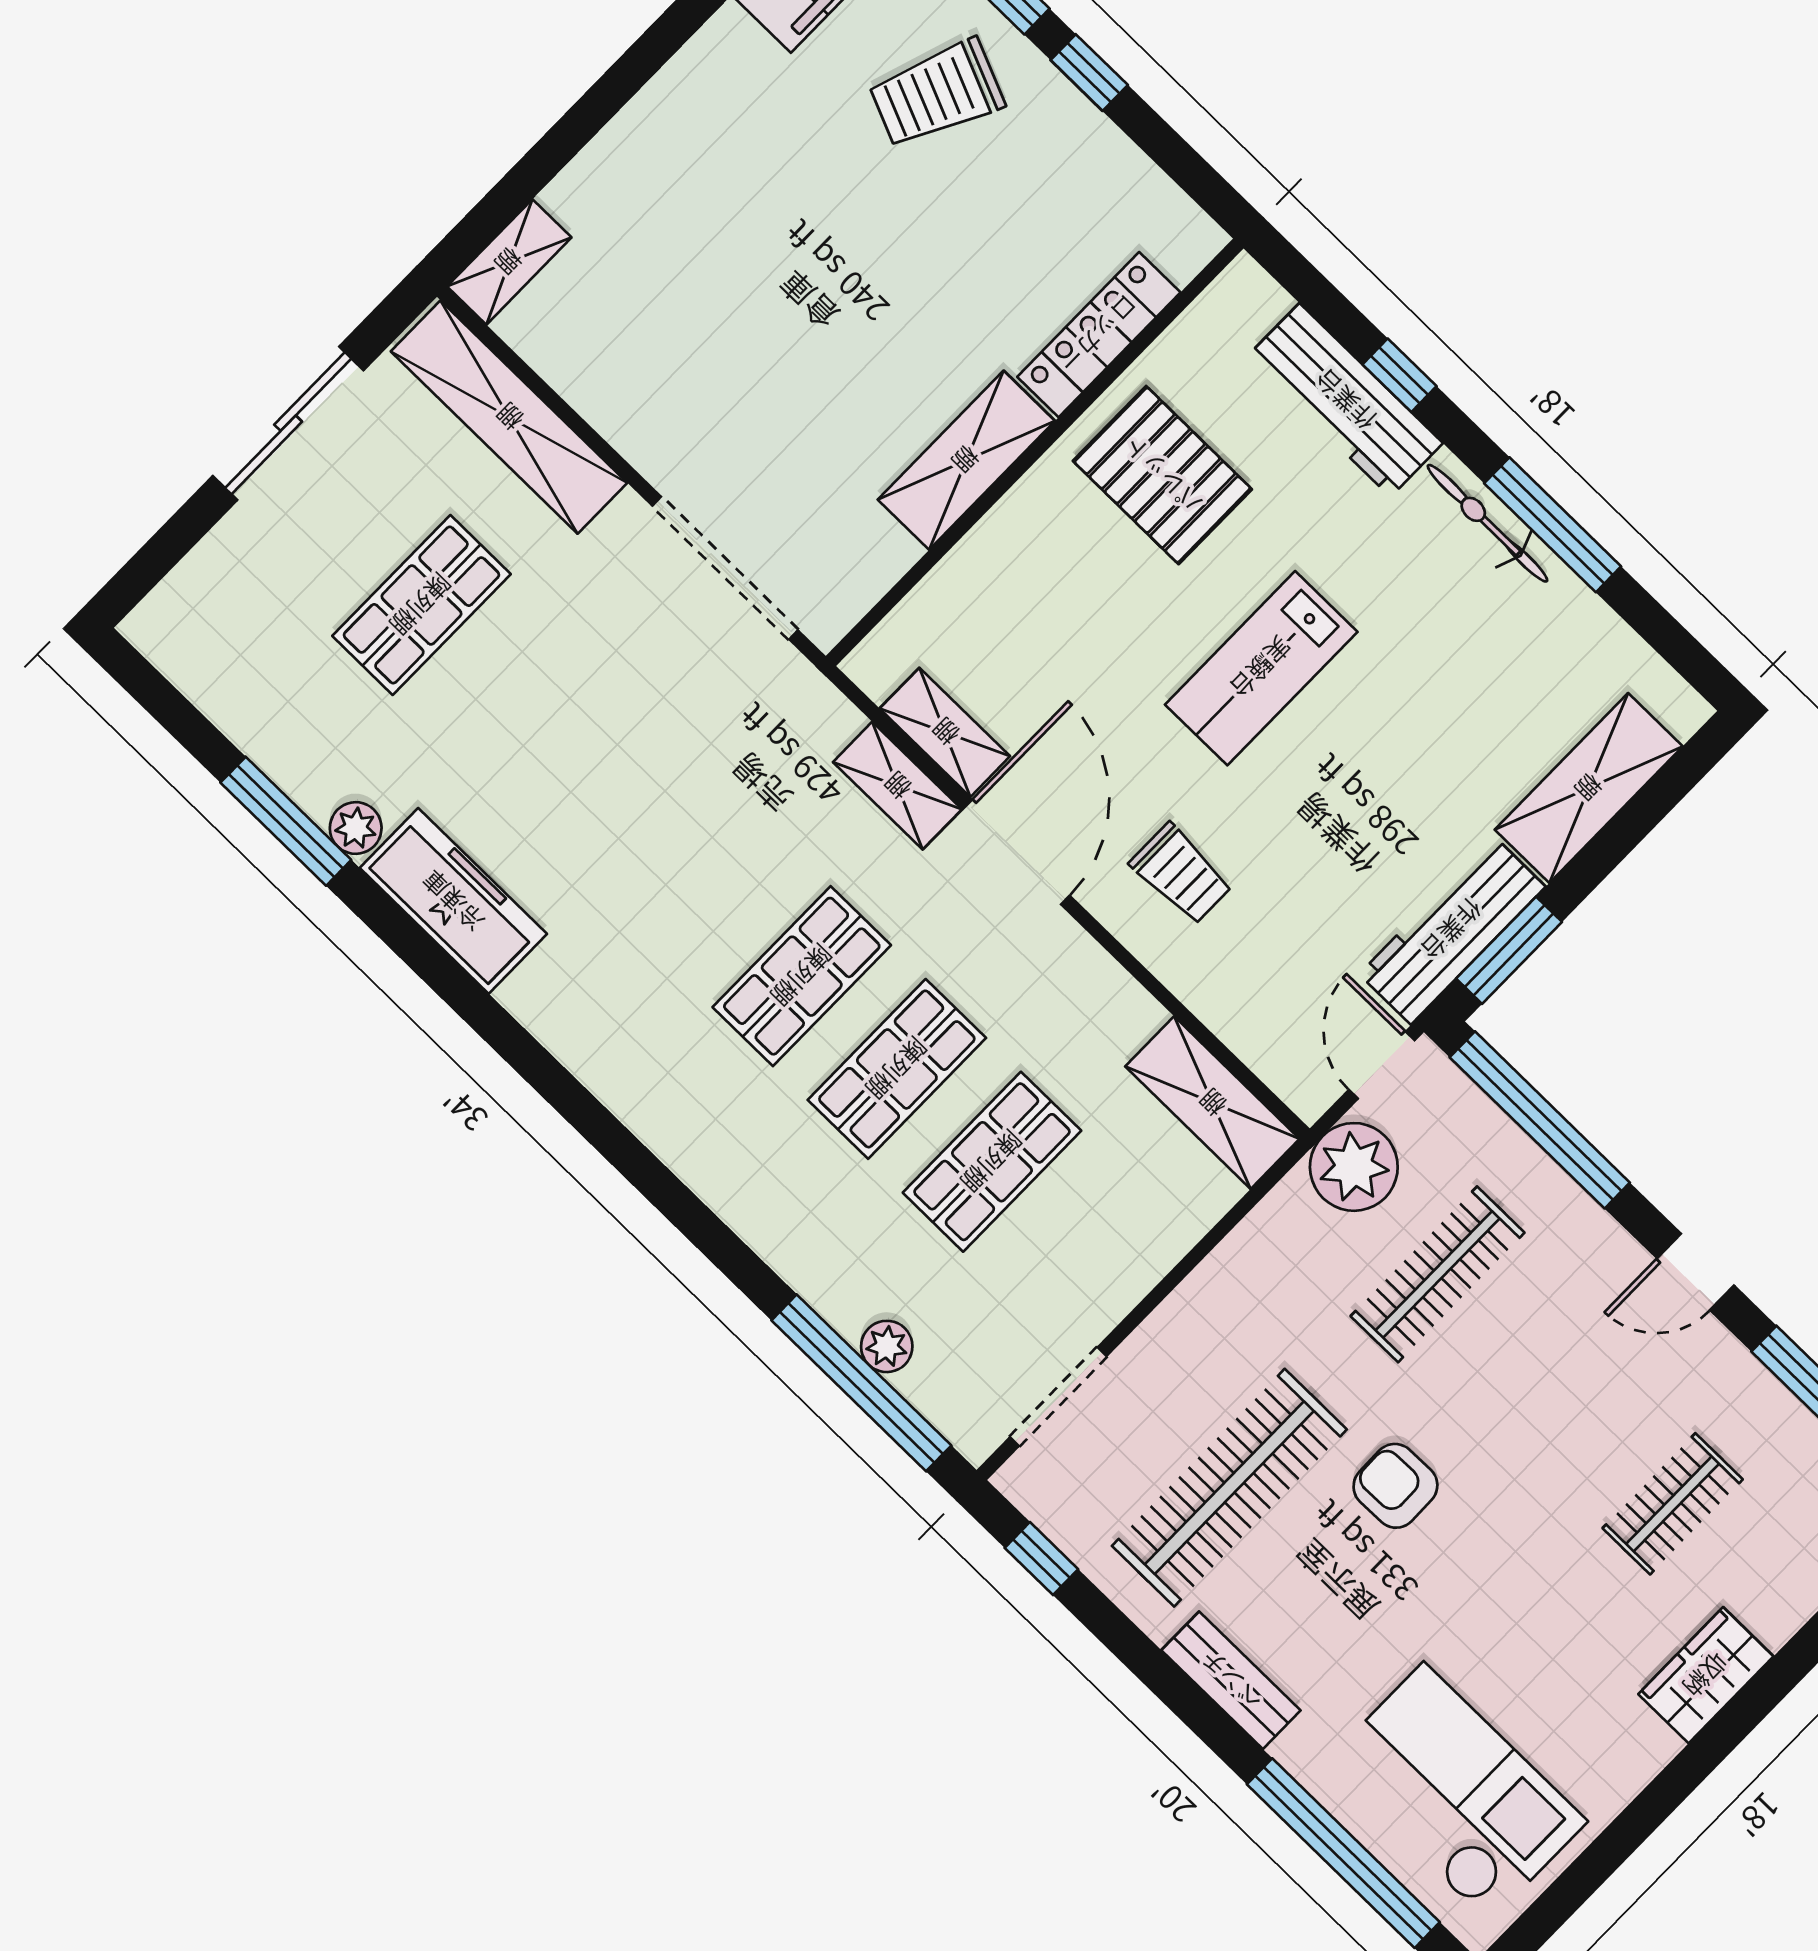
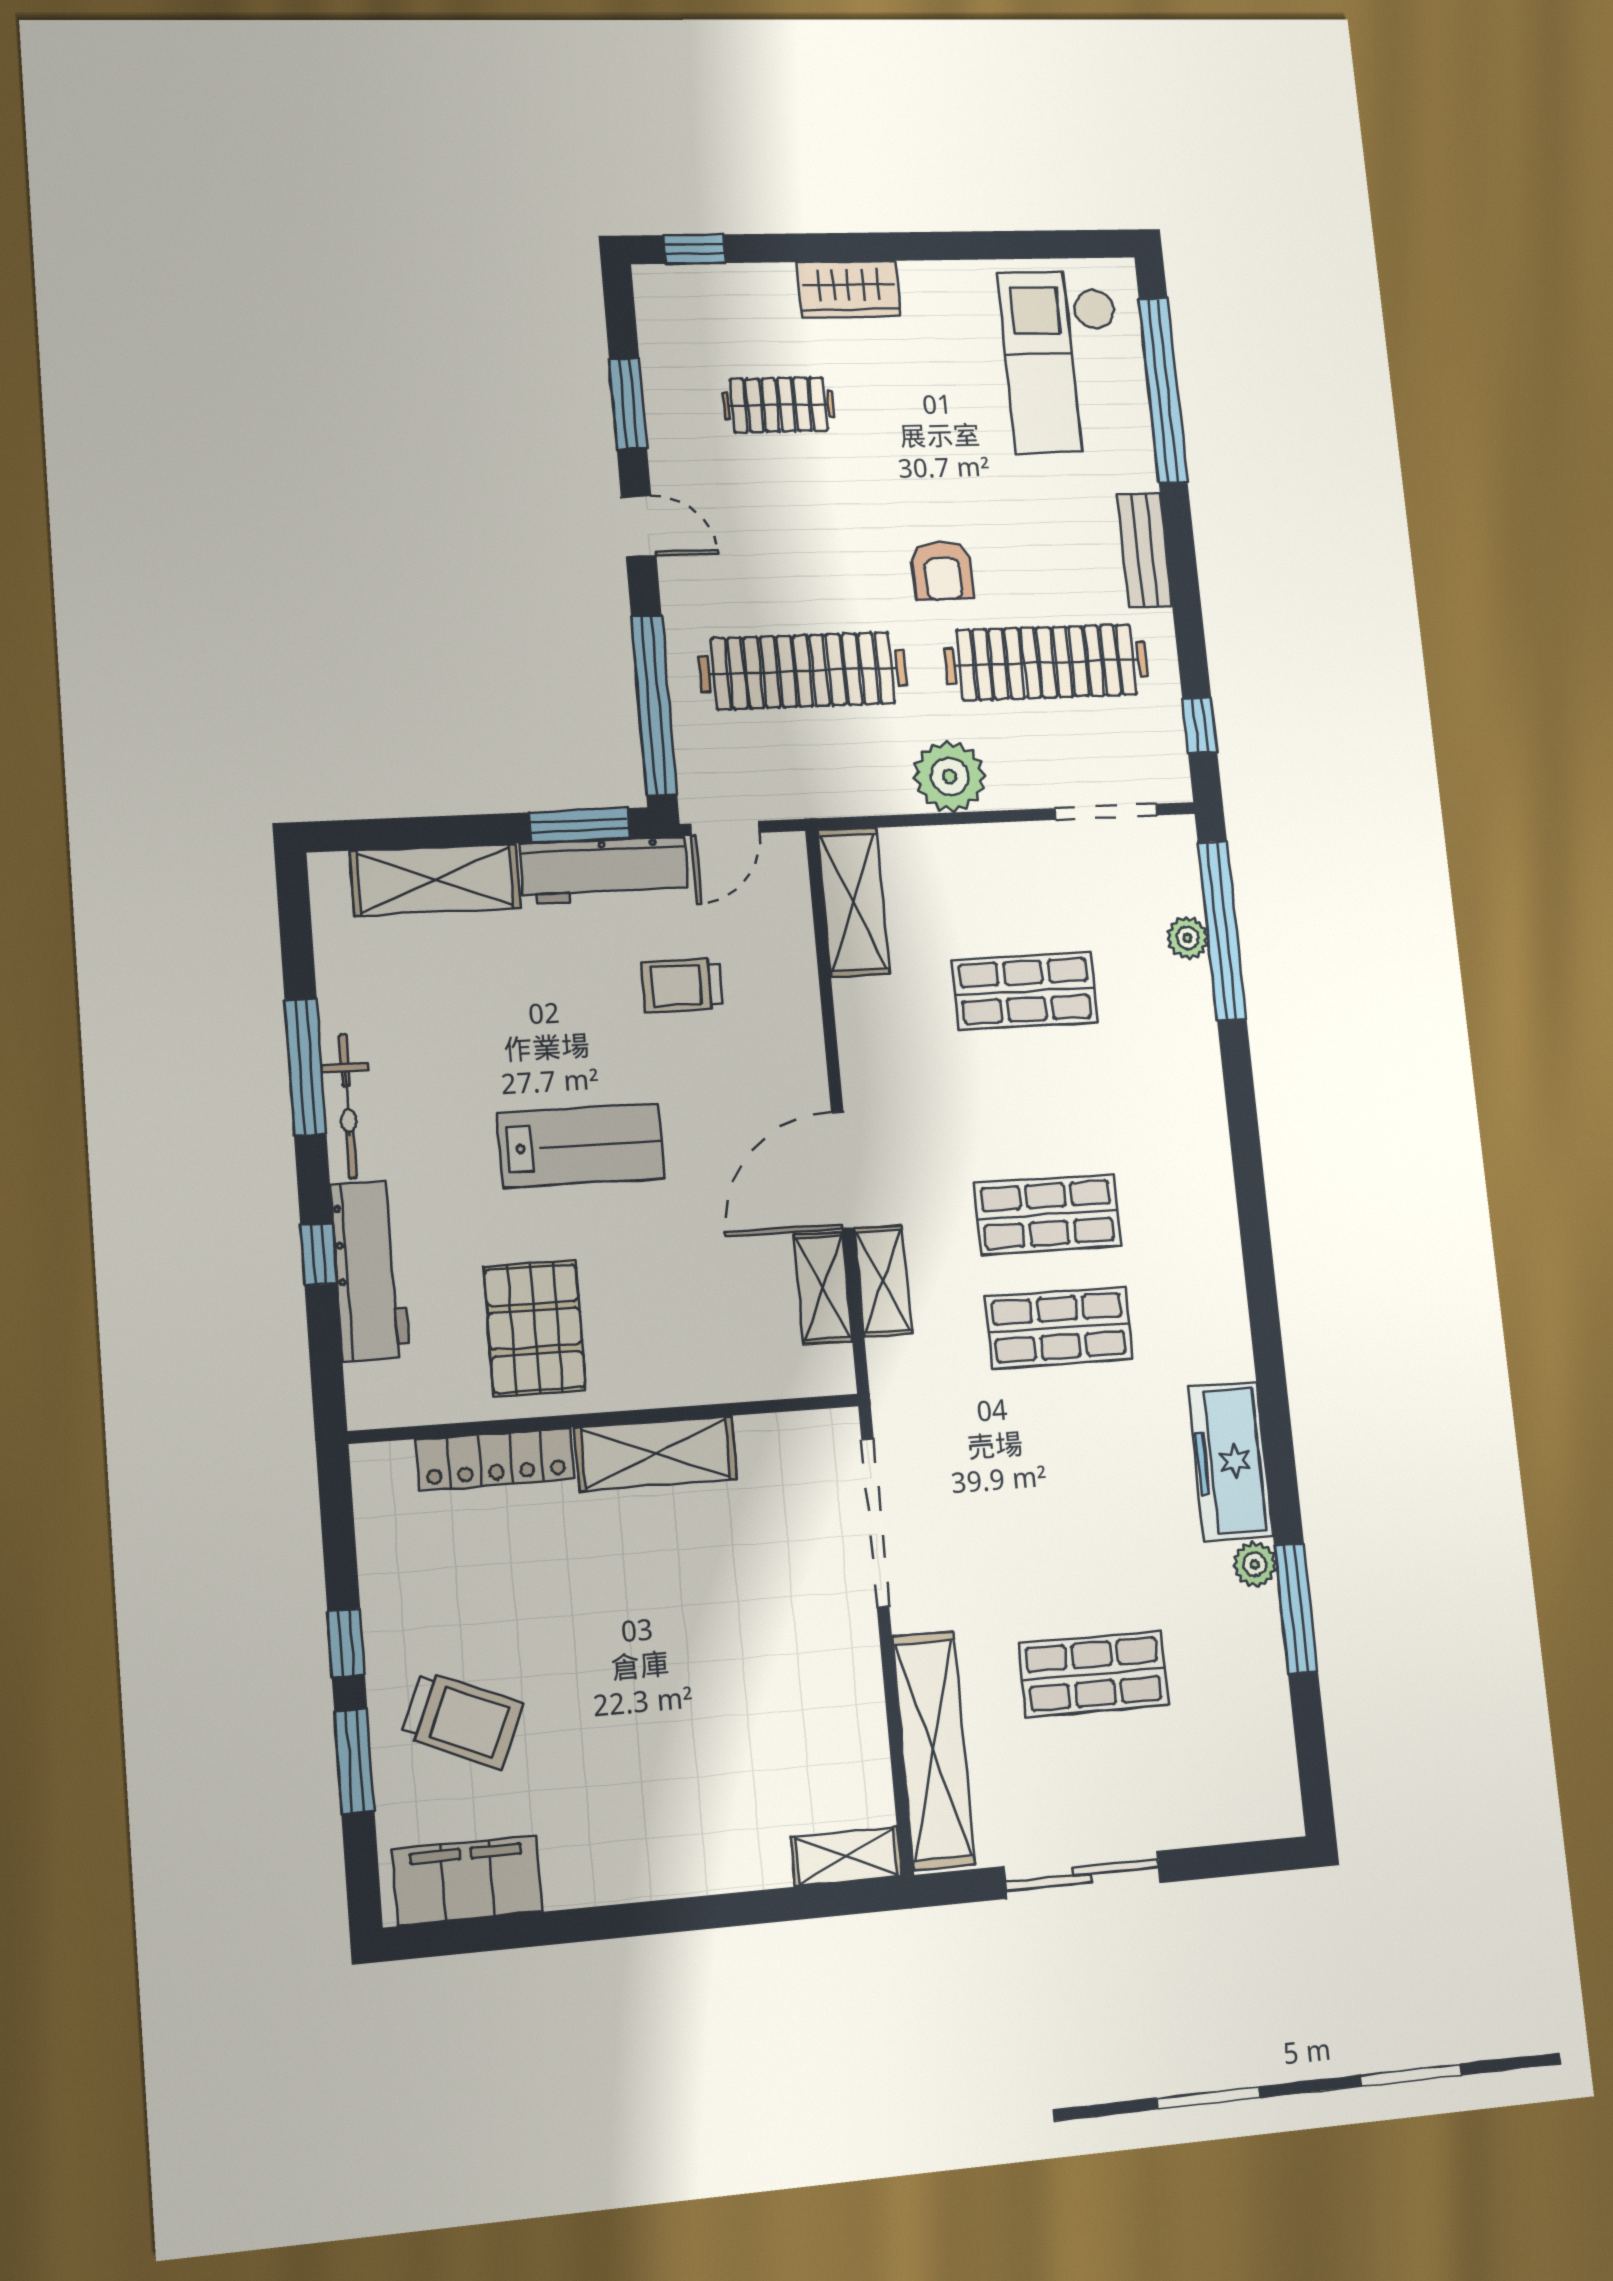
trolley: (1181, 874) -> (682, 985), moved, turned -90
shop shelf: (897, 1069) -> (1059, 1328), moved
plant: (1354, 1167) -> (950, 776), moved
clothes rail: (1438, 1274) -> (803, 671), width x1.37, depth x1.31

